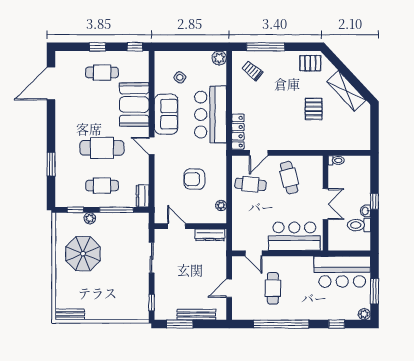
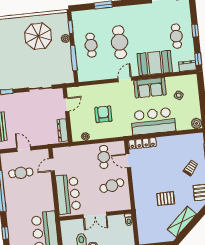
trolley: (252, 71) -> (191, 168), moved
dresser: (143, 196) -> (187, 66), moved
cafe table: (273, 288) -> (21, 173), moved

